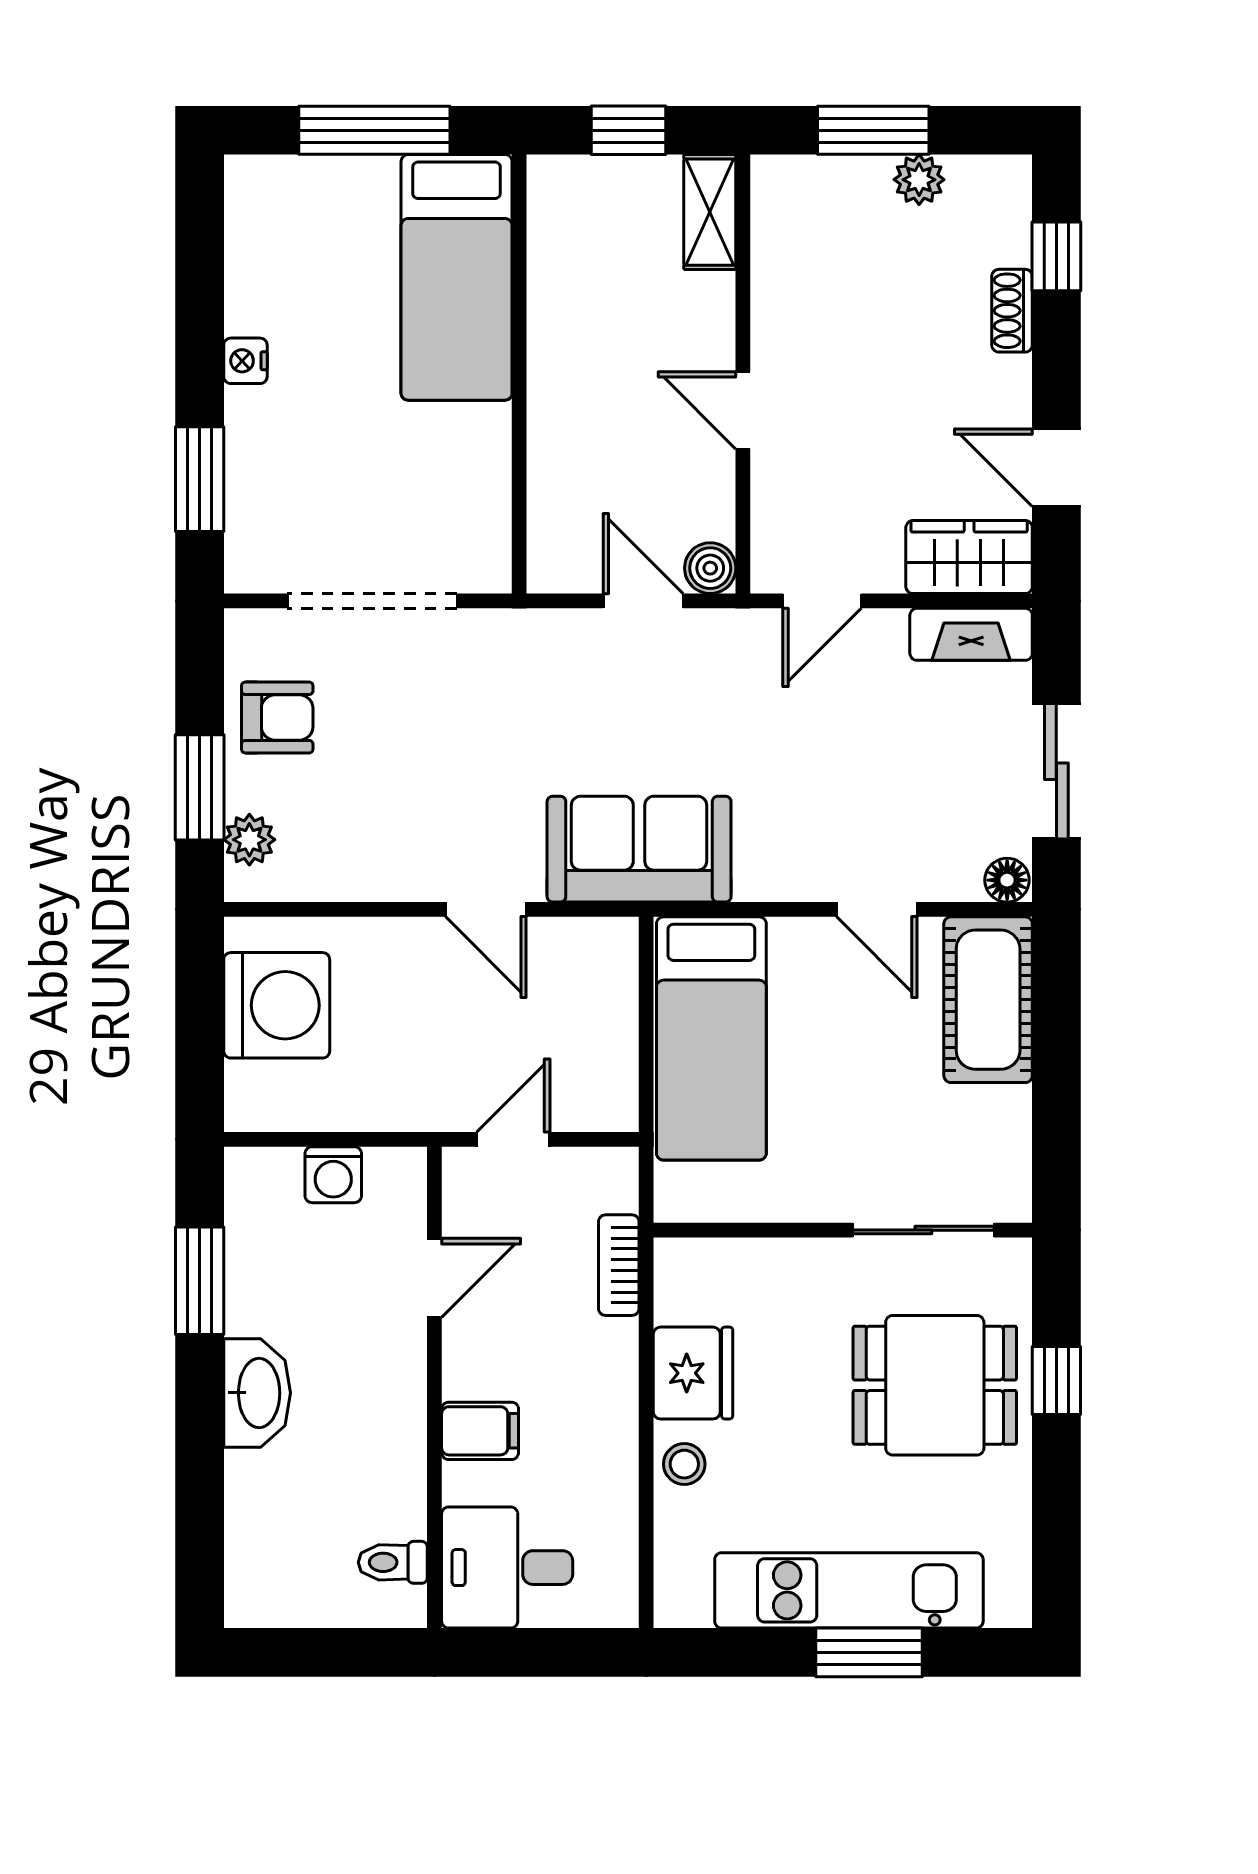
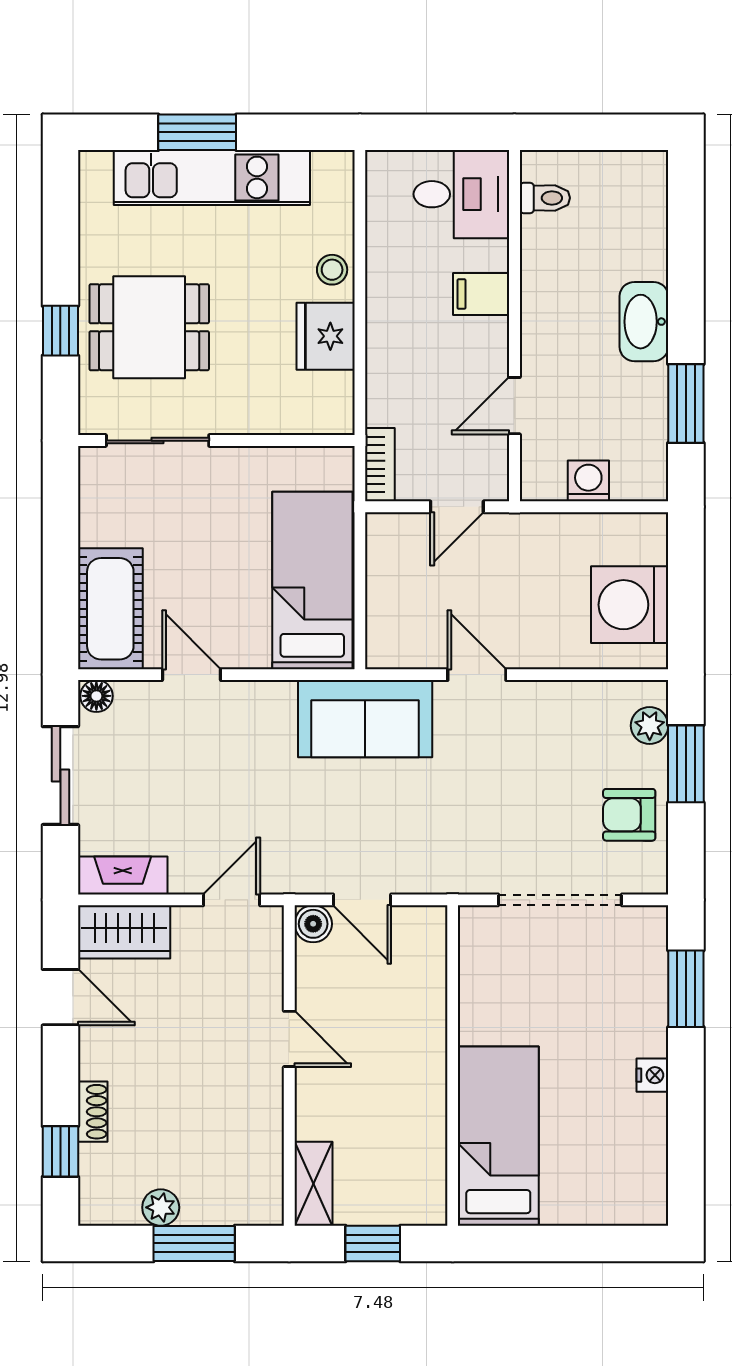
window: (374, 130) -> (558, 1243), removed
bookcase: (619, 1265) -> (380, 465), moved

